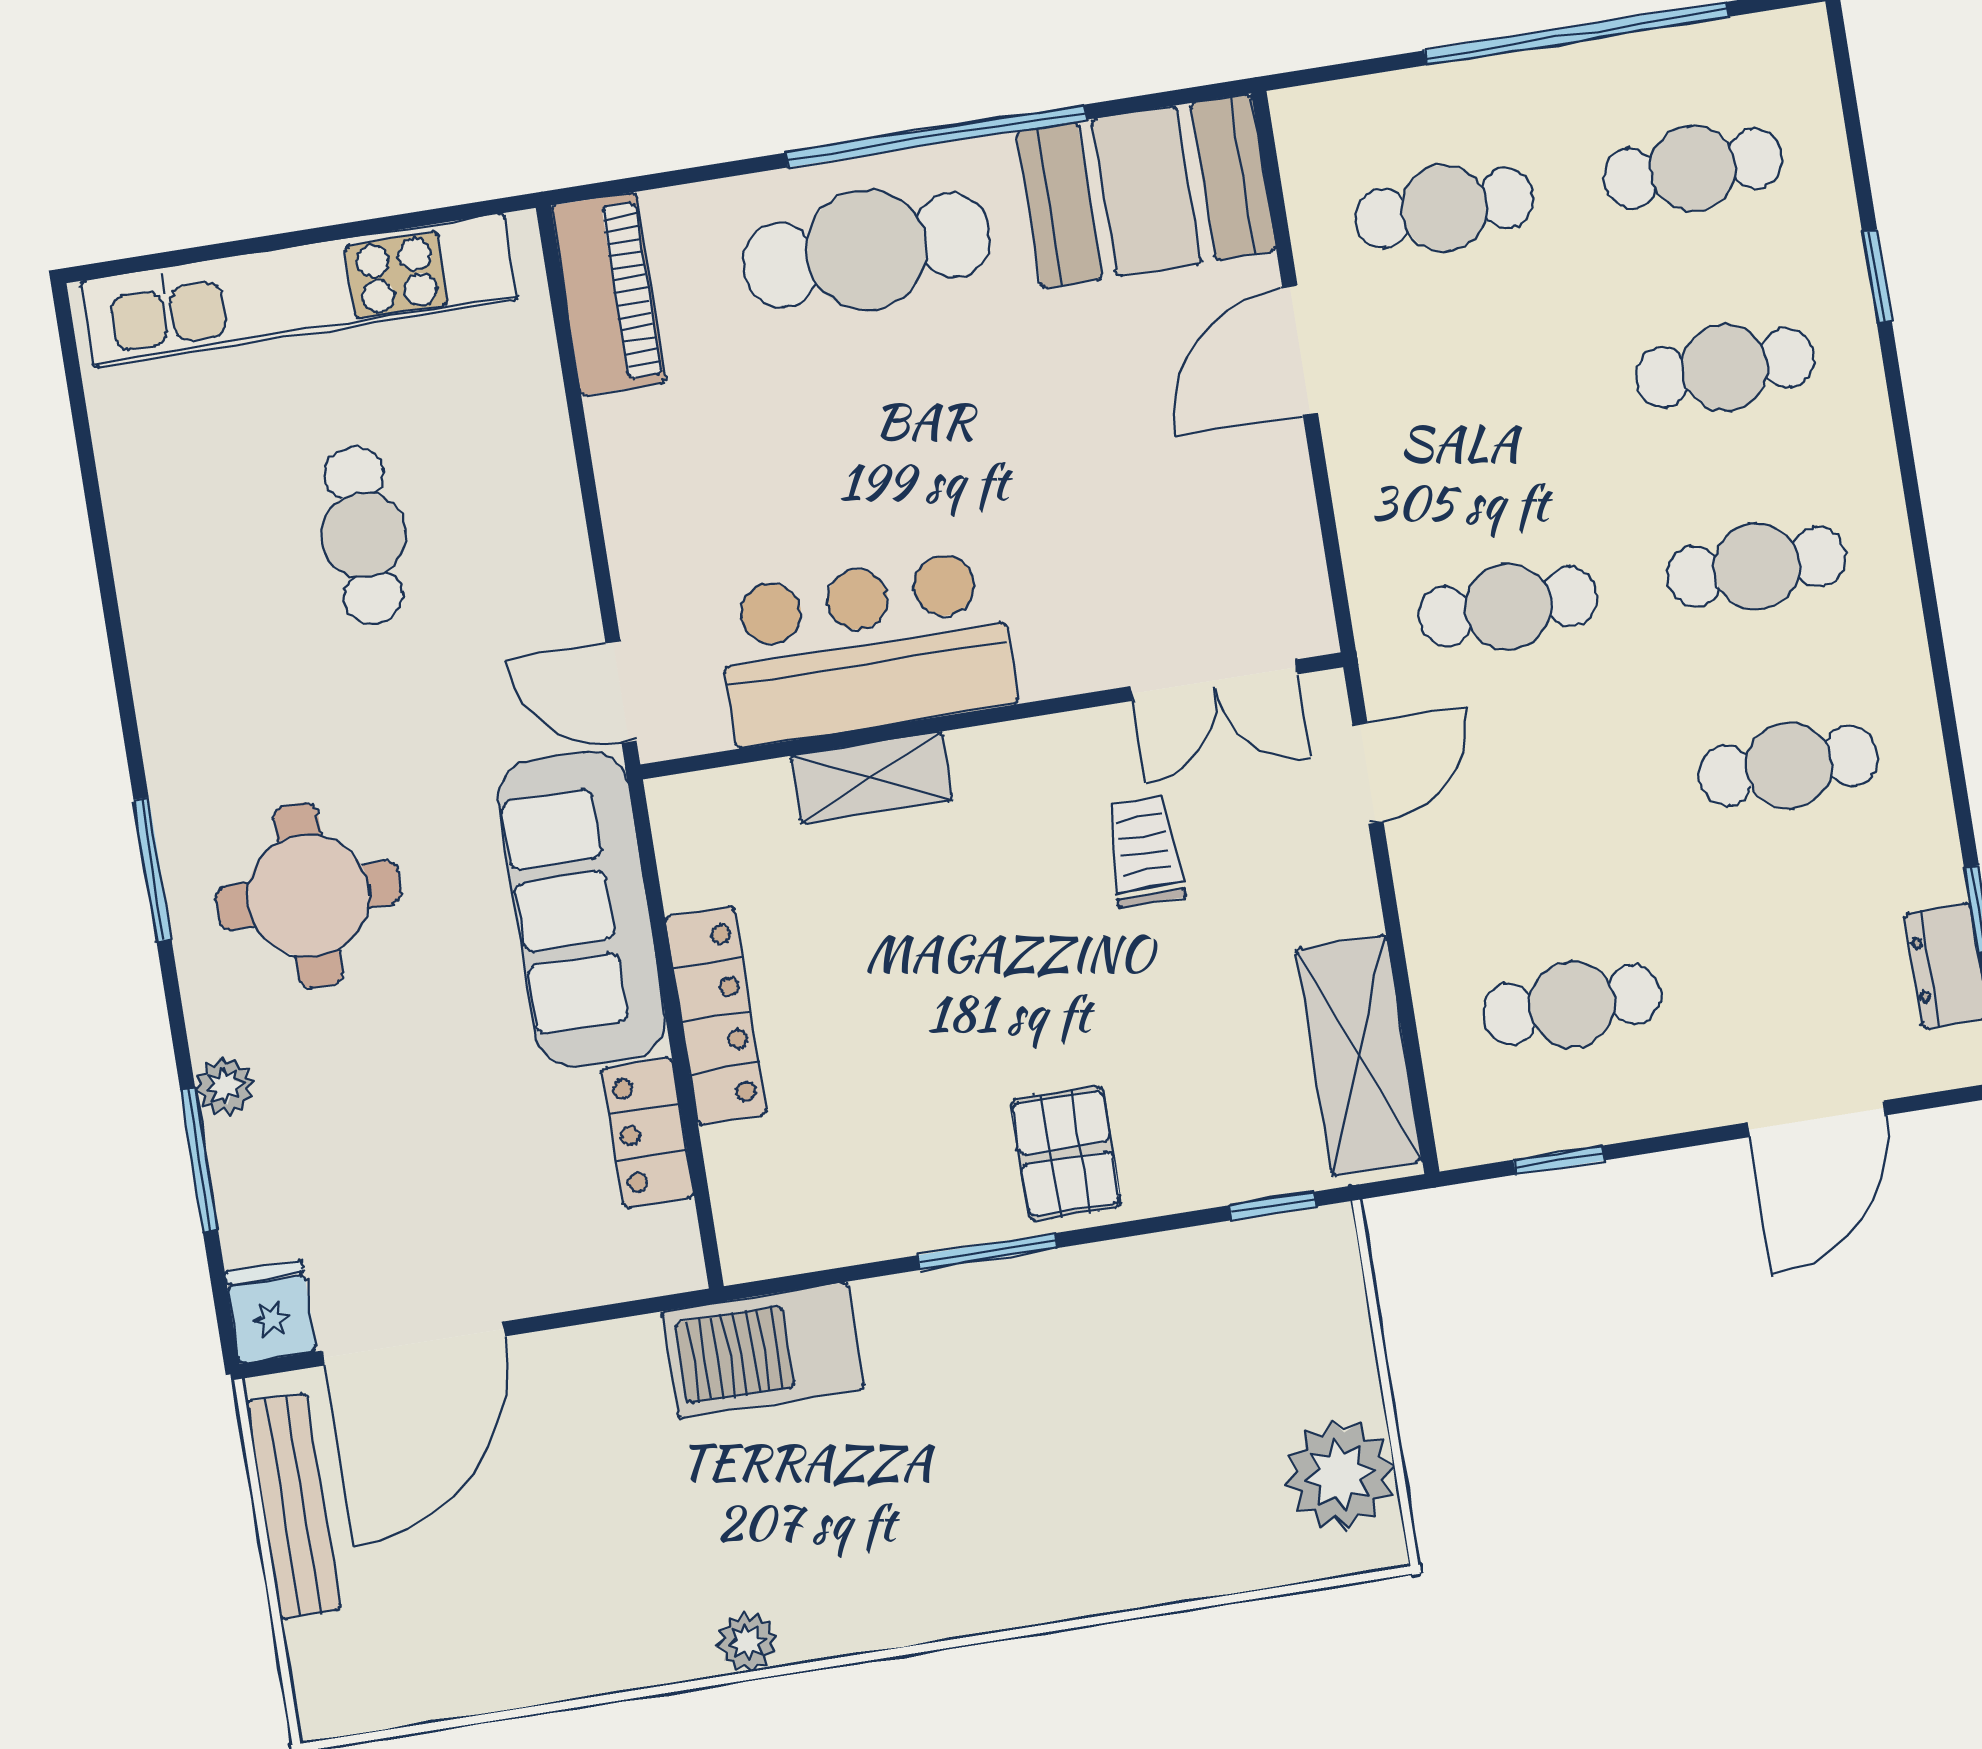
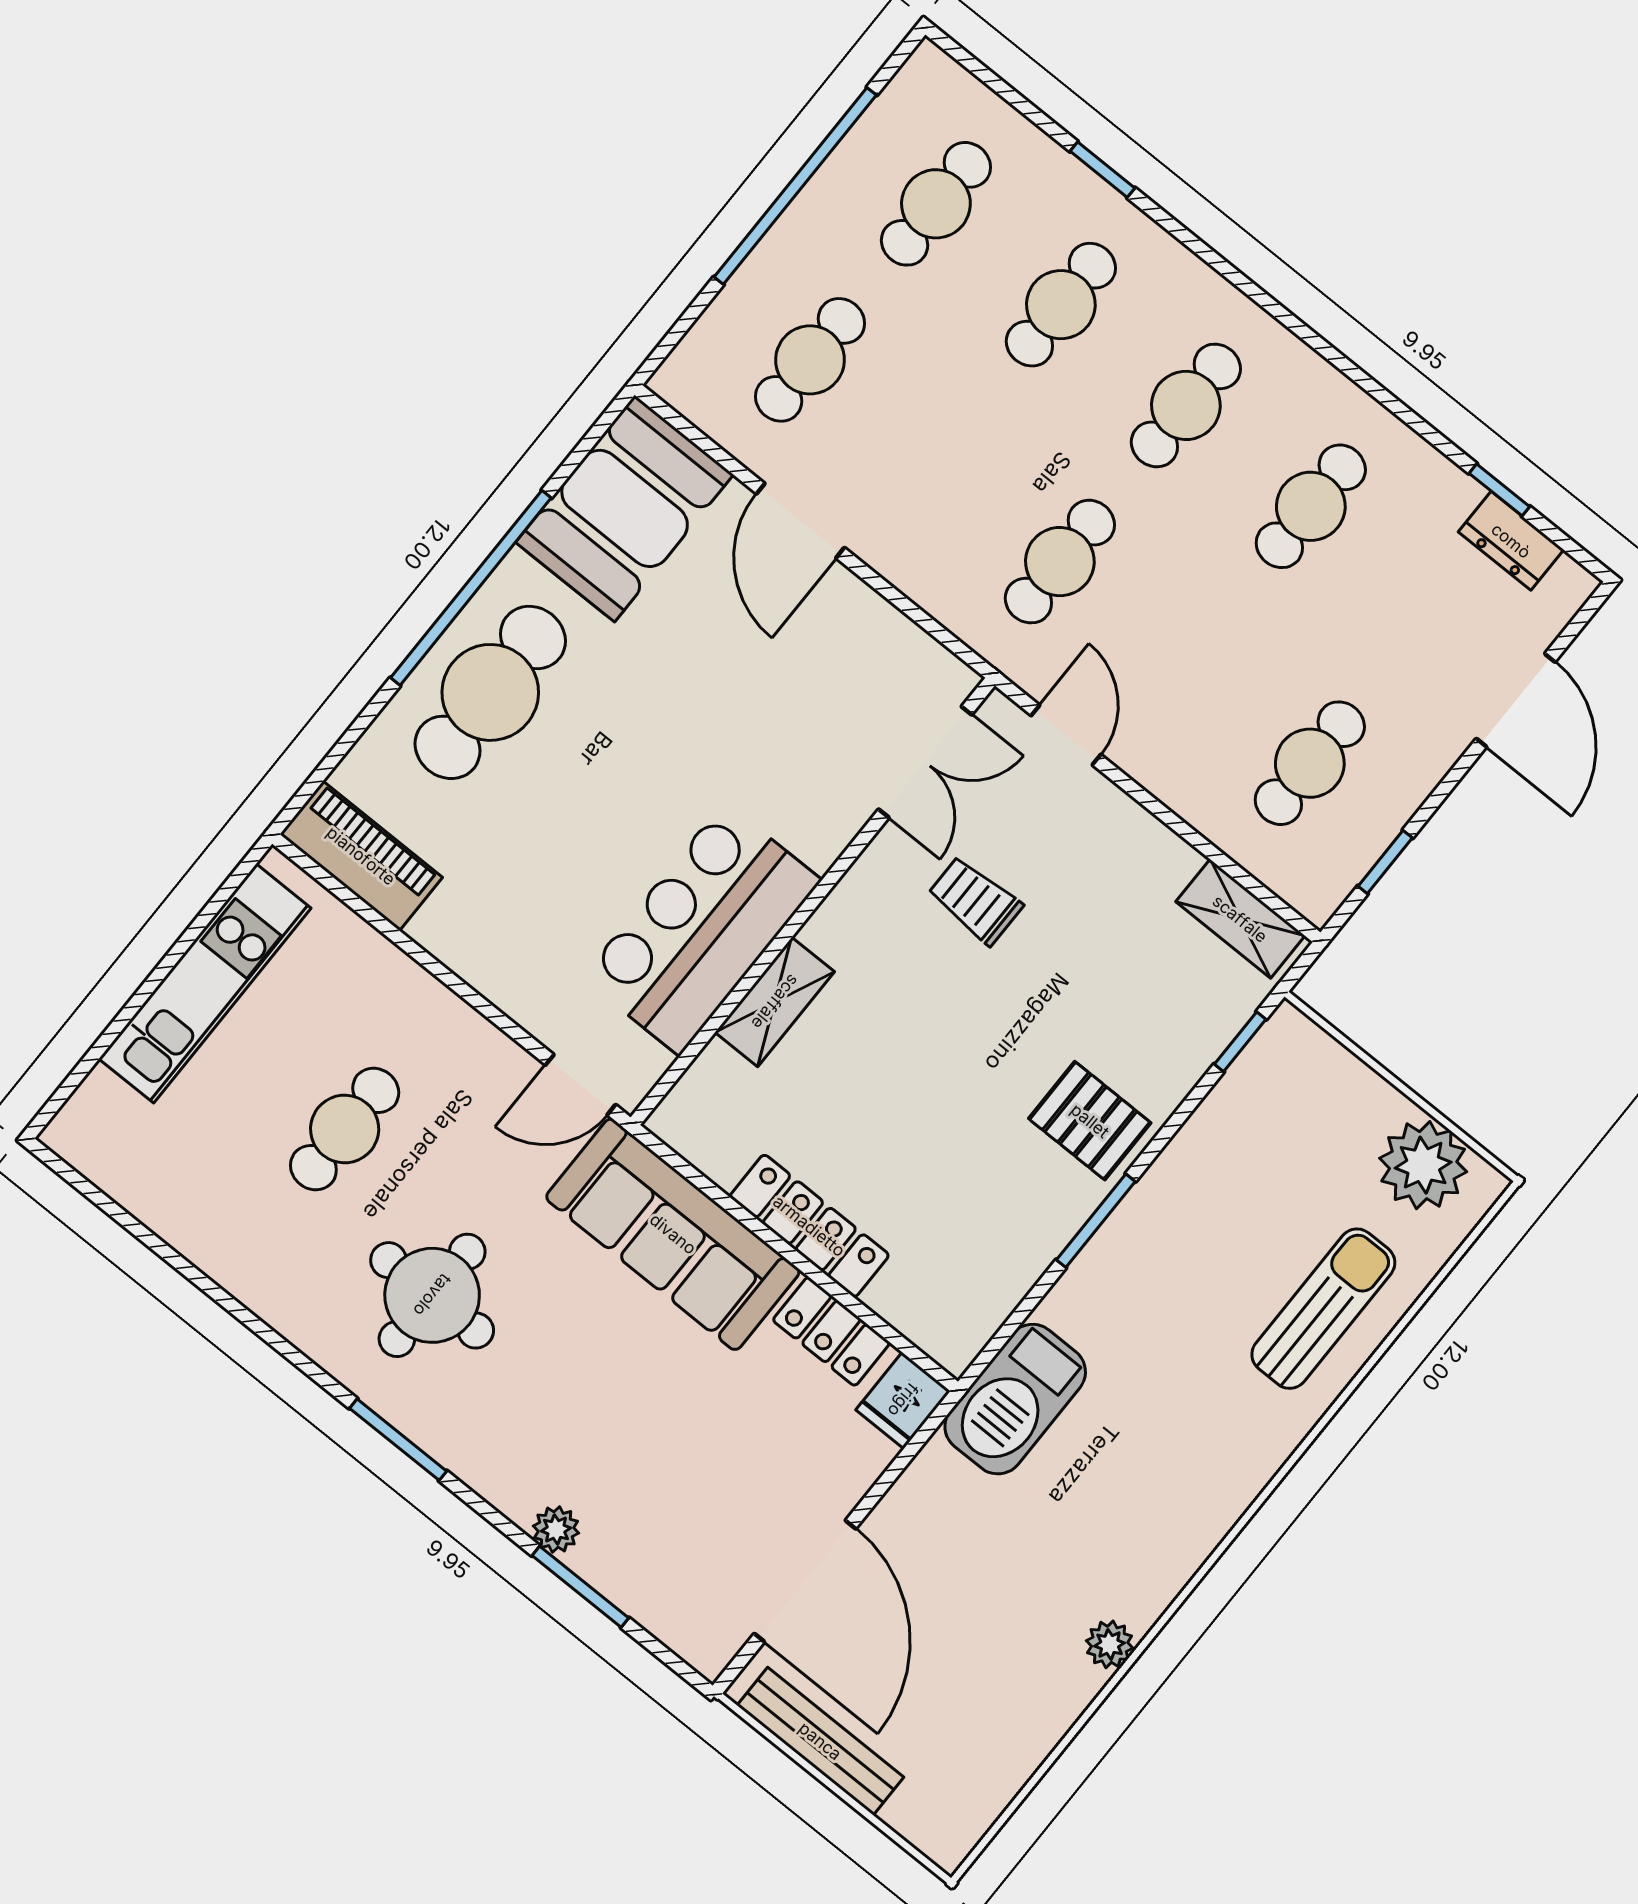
kitchen unit: (299, 291) -> (205, 983), width x0.73
cafe table: (364, 535) -> (345, 1129), turned 90
round table: (309, 895) -> (432, 1295), moved
shelving: (1359, 1055) -> (1240, 919), width x0.67, depth x0.75
fridge: (271, 1312) -> (903, 1400), moved, turned -90
sun lounger: (1126, 1525) -> (1323, 1309), added
plant: (747, 1642) -> (1110, 1644), moved

